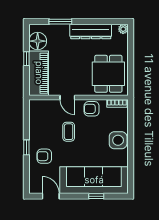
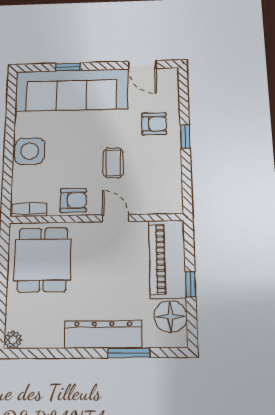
dresser: (91, 32) -> (103, 334), moved

